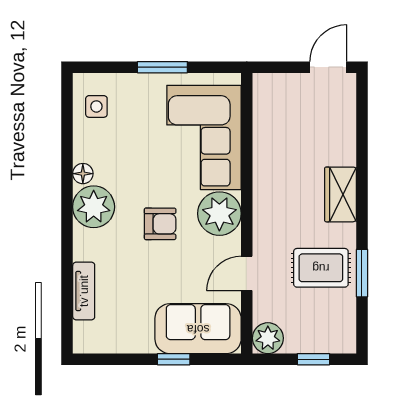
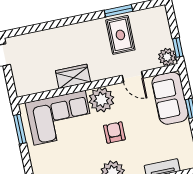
window: (162, 67) -> (20, 129), moved
wardrobe: (340, 194) -> (73, 76), moved, turned 180
window: (314, 359) -> (178, 48), moved

